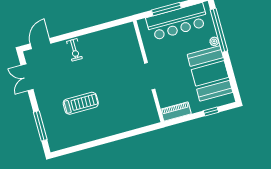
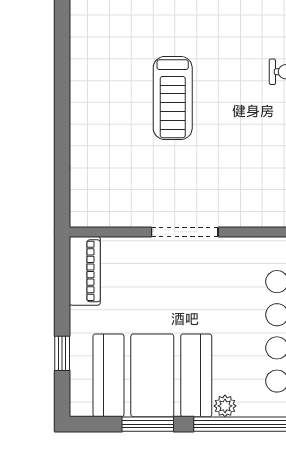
window: (230, 70) -> (148, 424), added
treadmill: (81, 103) -> (173, 98), moved

